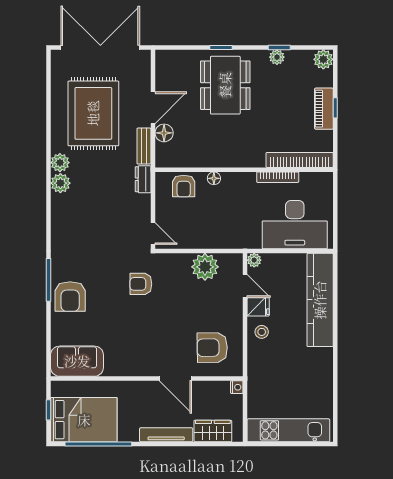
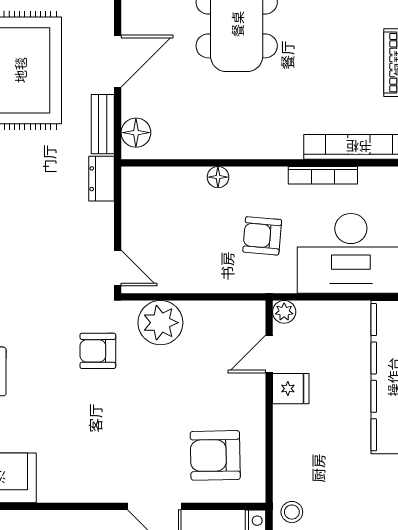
floor lamp: (164, 133) -> (136, 133), moved
armchair: (184, 186) -> (262, 236), moved, turned 95
plant: (205, 267) -> (160, 323), moved
door: (245, 286) -> (269, 354), swing flipped
stool: (262, 332) -> (292, 512), moved

